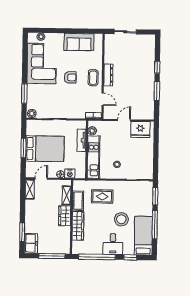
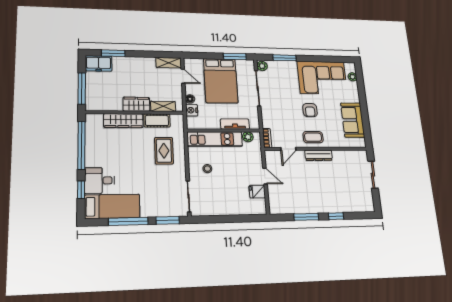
fridge: (140, 129) -> (257, 192), width x0.53, depth x0.75
window: (23, 148) -> (235, 56), moved
stool: (121, 219) -> (134, 176), removed
desk: (113, 244) -> (100, 180), moved

